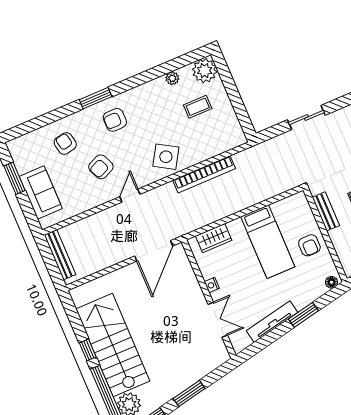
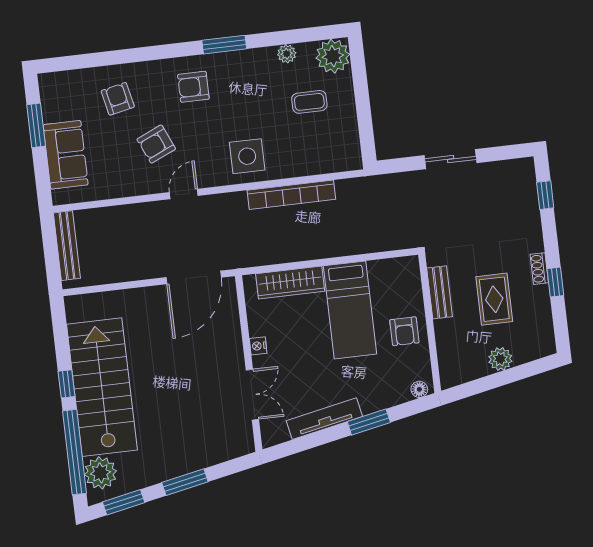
window: (96, 98) -> (224, 45), moved
side table: (166, 157) -> (247, 156), turned -31
wardrobe: (214, 238) -> (290, 283), width x1.50

